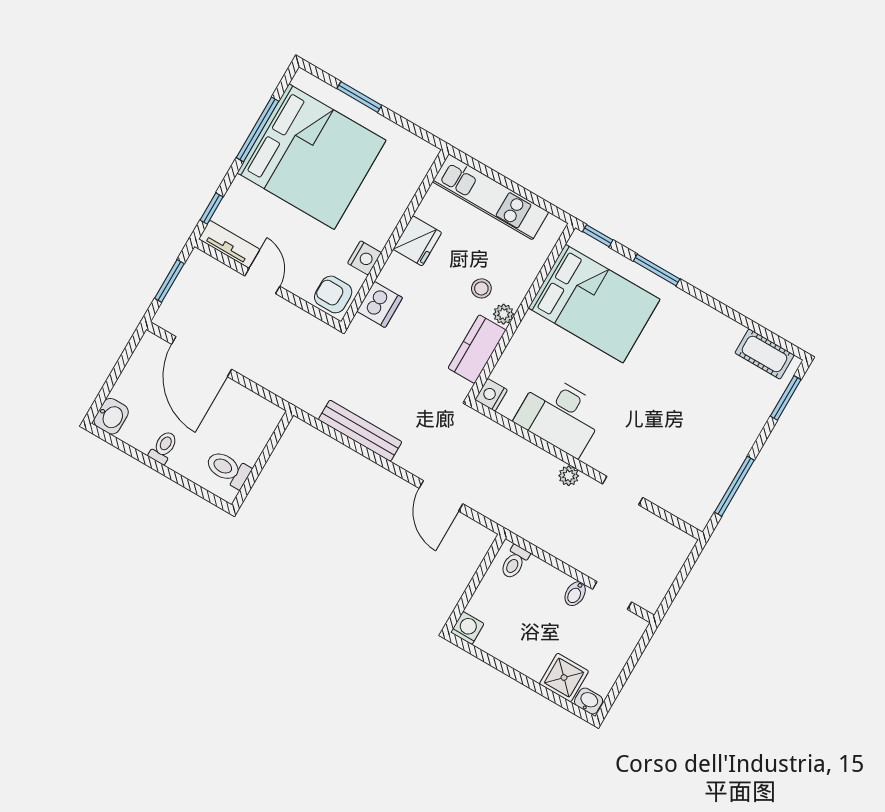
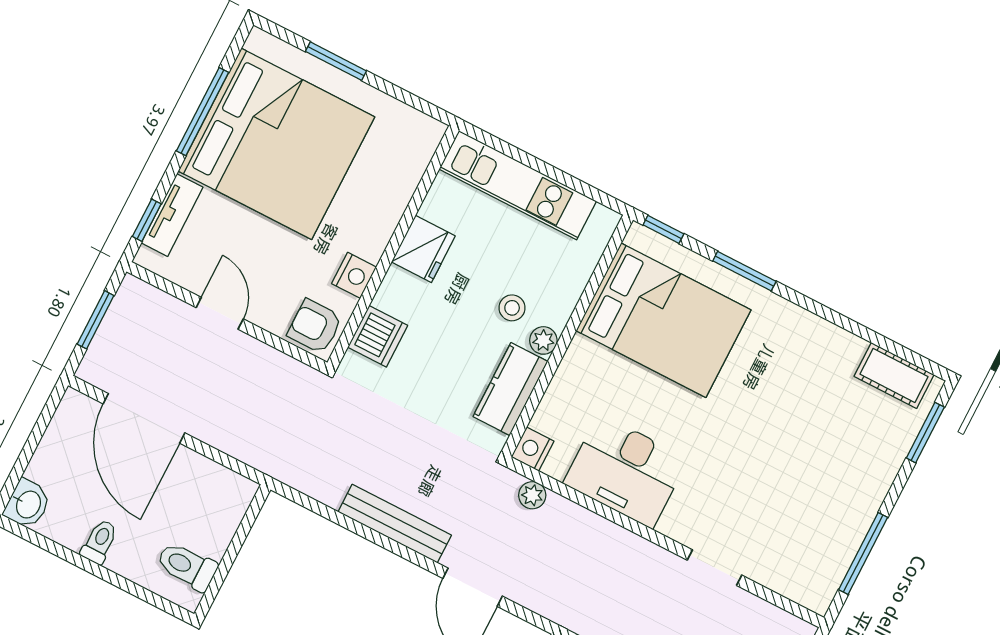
tv unit: (229, 244) -> (172, 215), moved, turned 90
bench: (360, 431) -> (395, 524), moved
plant: (569, 476) -> (532, 495), moved

